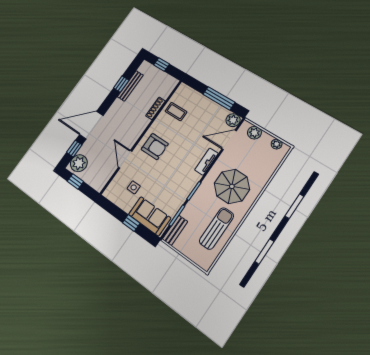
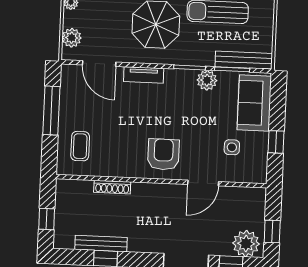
coffee table: (176, 112) -> (80, 146), moved
plant: (233, 120) -> (207, 80), moved
window: (131, 223) -> (276, 142), moved
bench: (175, 230) -> (244, 60), width x1.36

